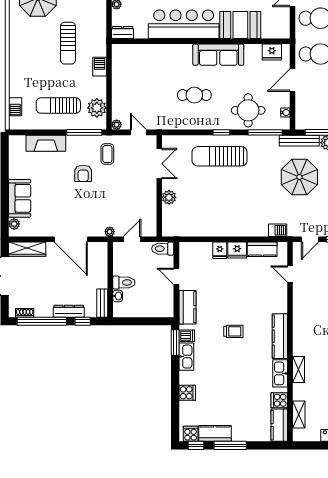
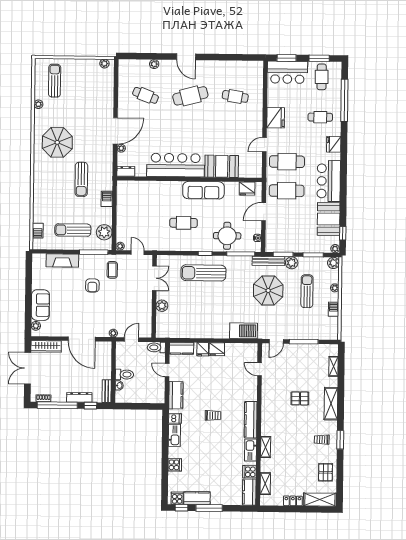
barbecue: (278, 230) -> (243, 331), width x1.88, depth x1.53
kitchen counter: (262, 249) -> (182, 348), moved
window: (175, 342) -> (165, 424), removed

